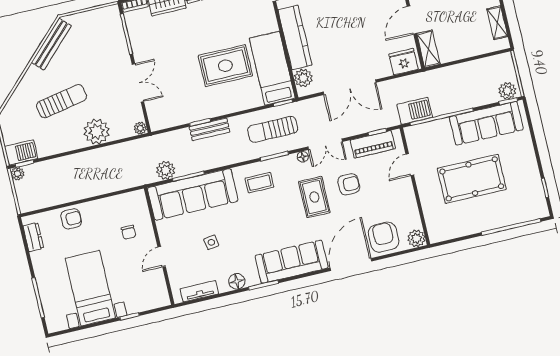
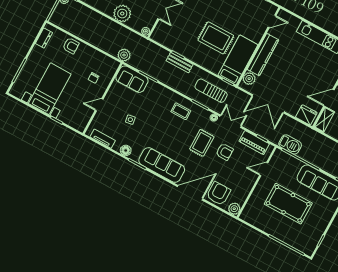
double door: (325, 144) -> (231, 121), swing flipped
plant: (166, 170) -> (124, 55), moved
sofa: (193, 194) -> (132, 79), width x0.54, depth x0.79

